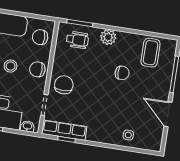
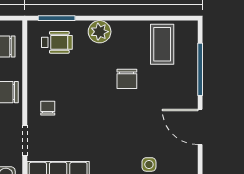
chair: (122, 73) -> (127, 79), turned 90
chair: (64, 85) -> (48, 108), width x0.54, depth x0.54

